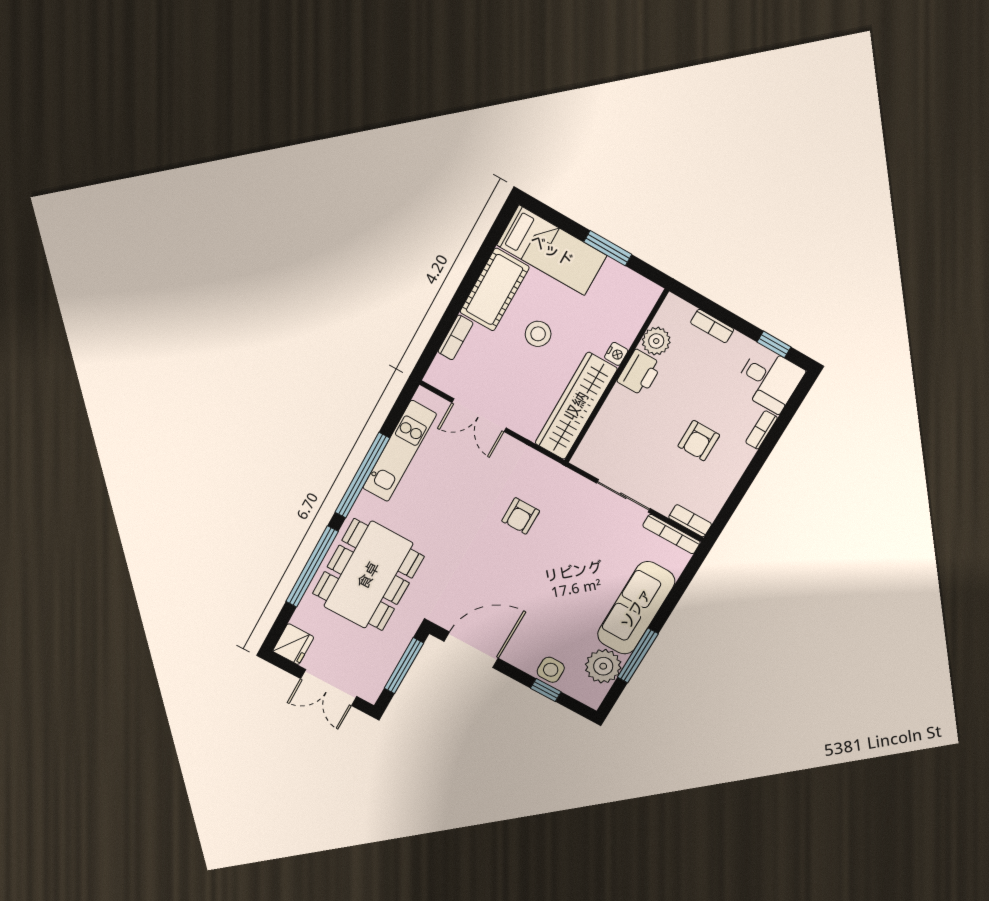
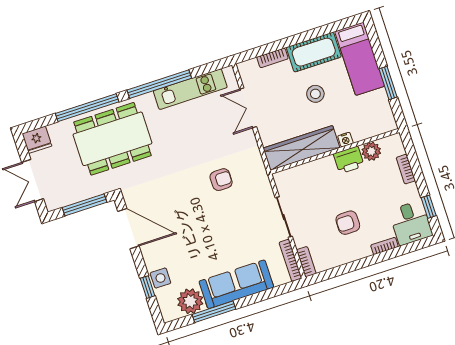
armchair: (521, 516) -> (221, 180), turned 180

